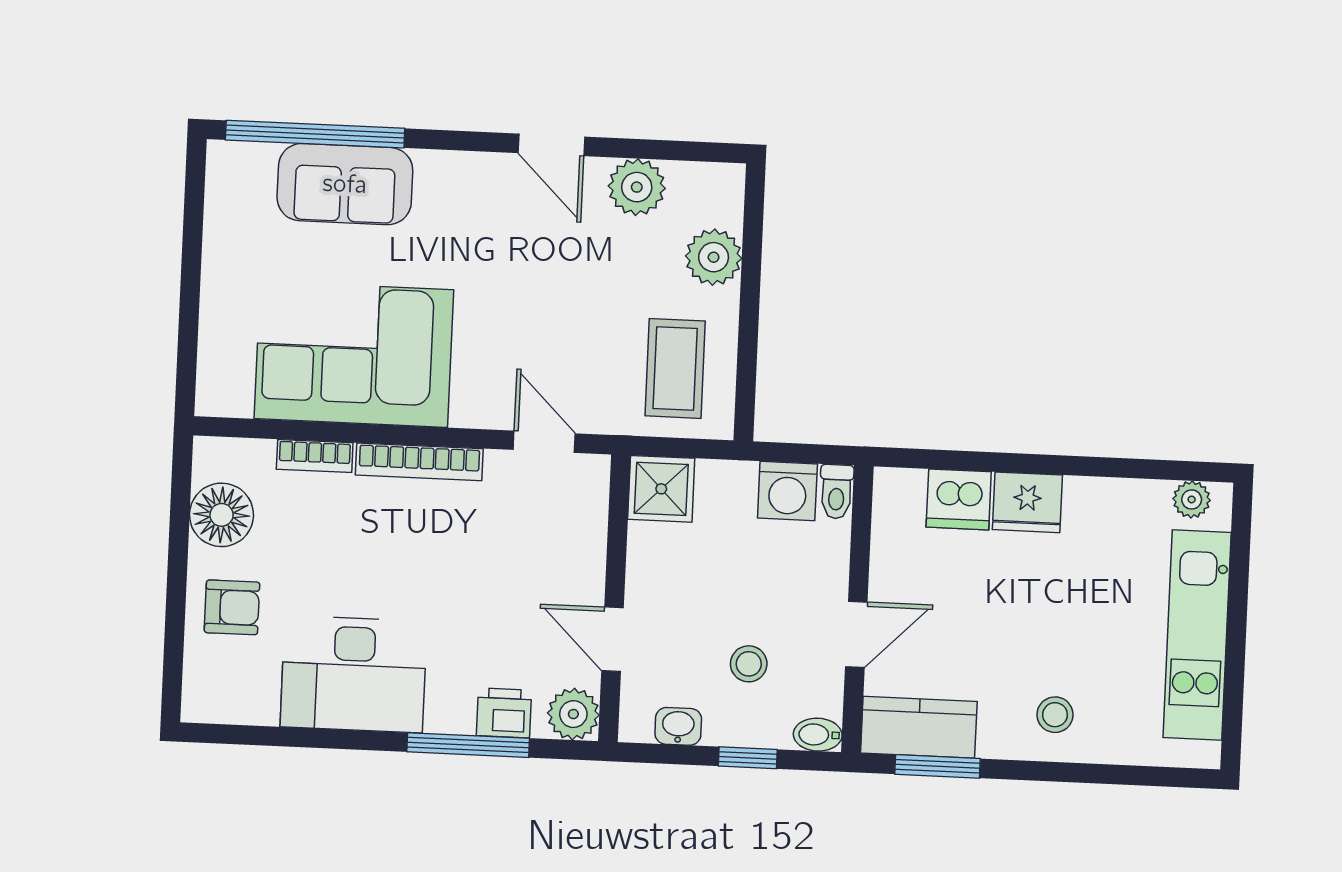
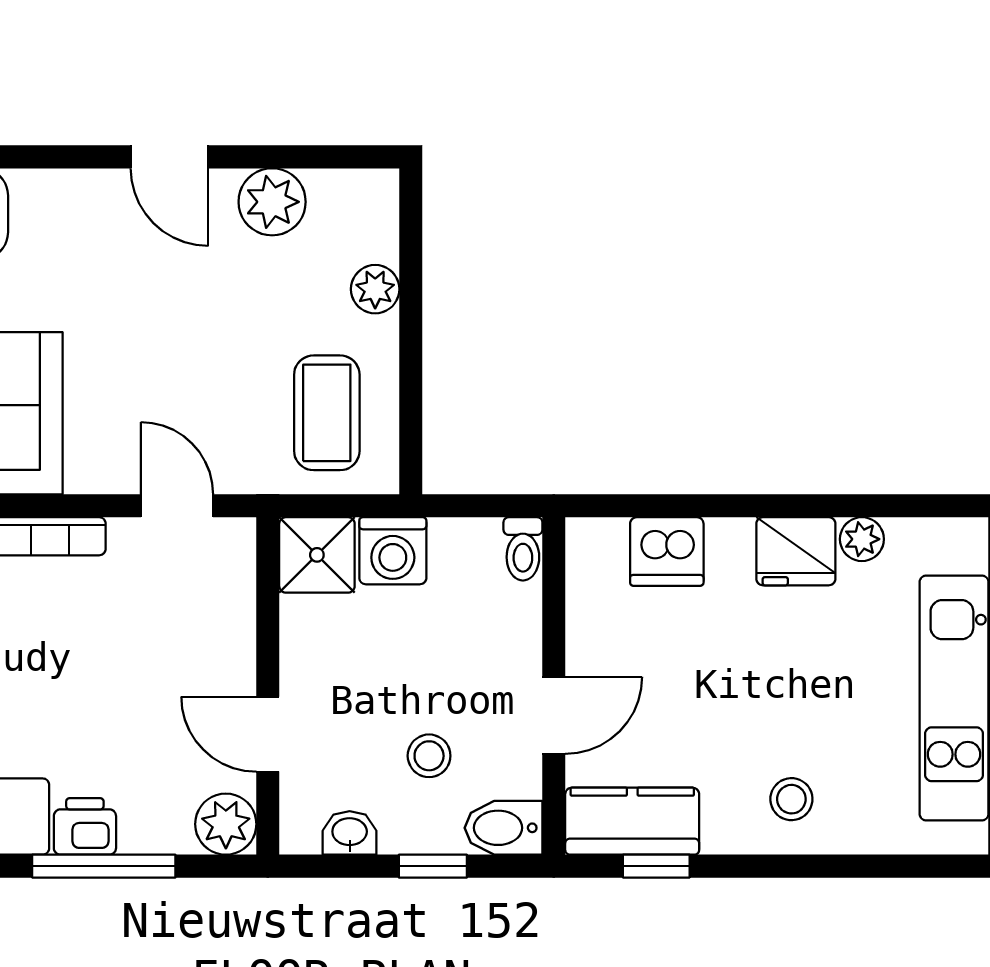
plant: (714, 257) -> (375, 289), width x0.73, depth x0.73
washing machine: (787, 491) -> (393, 551), moved
plant: (1192, 499) -> (862, 539), moved
fridge: (1027, 502) -> (796, 551), moved
printer: (504, 713) -> (85, 826), moved
bidet: (818, 735) -> (503, 828), width x1.38, depth x1.36
window: (938, 766) -> (656, 866), width x0.67

